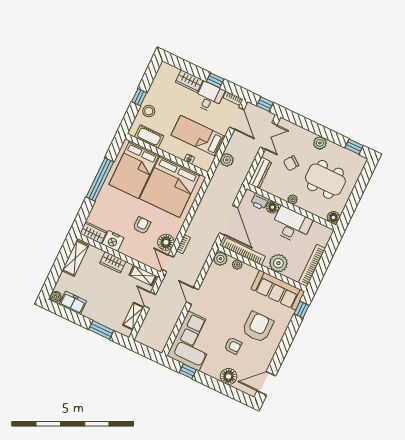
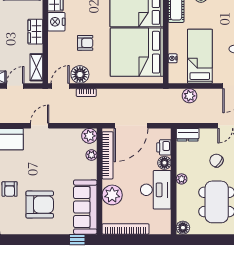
dresser: (260, 173) -> (188, 135), width x0.70

